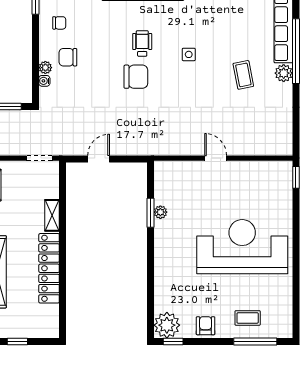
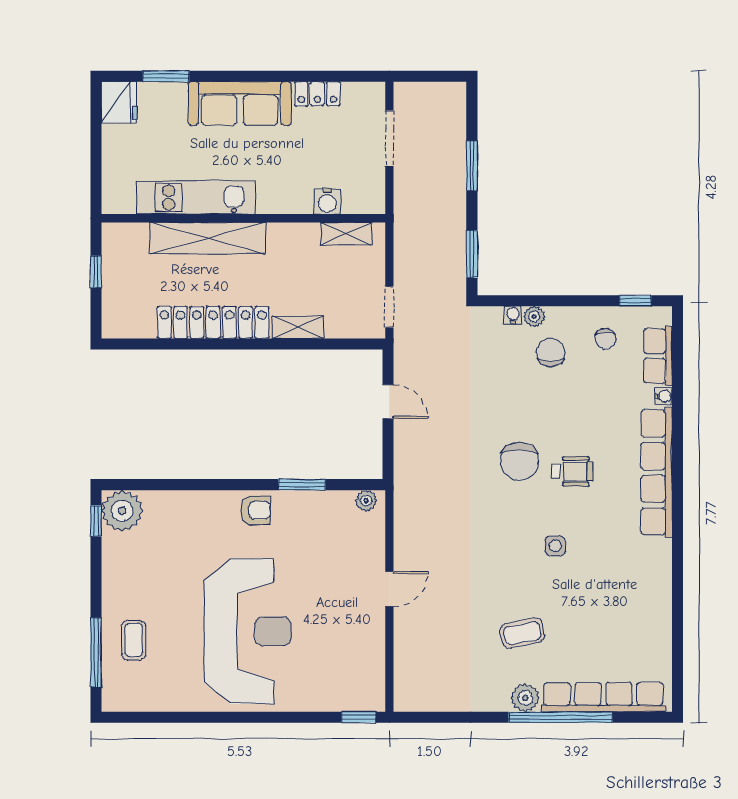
plant: (160, 212) -> (366, 501), moved
armchair: (206, 326) -> (256, 510), moved

